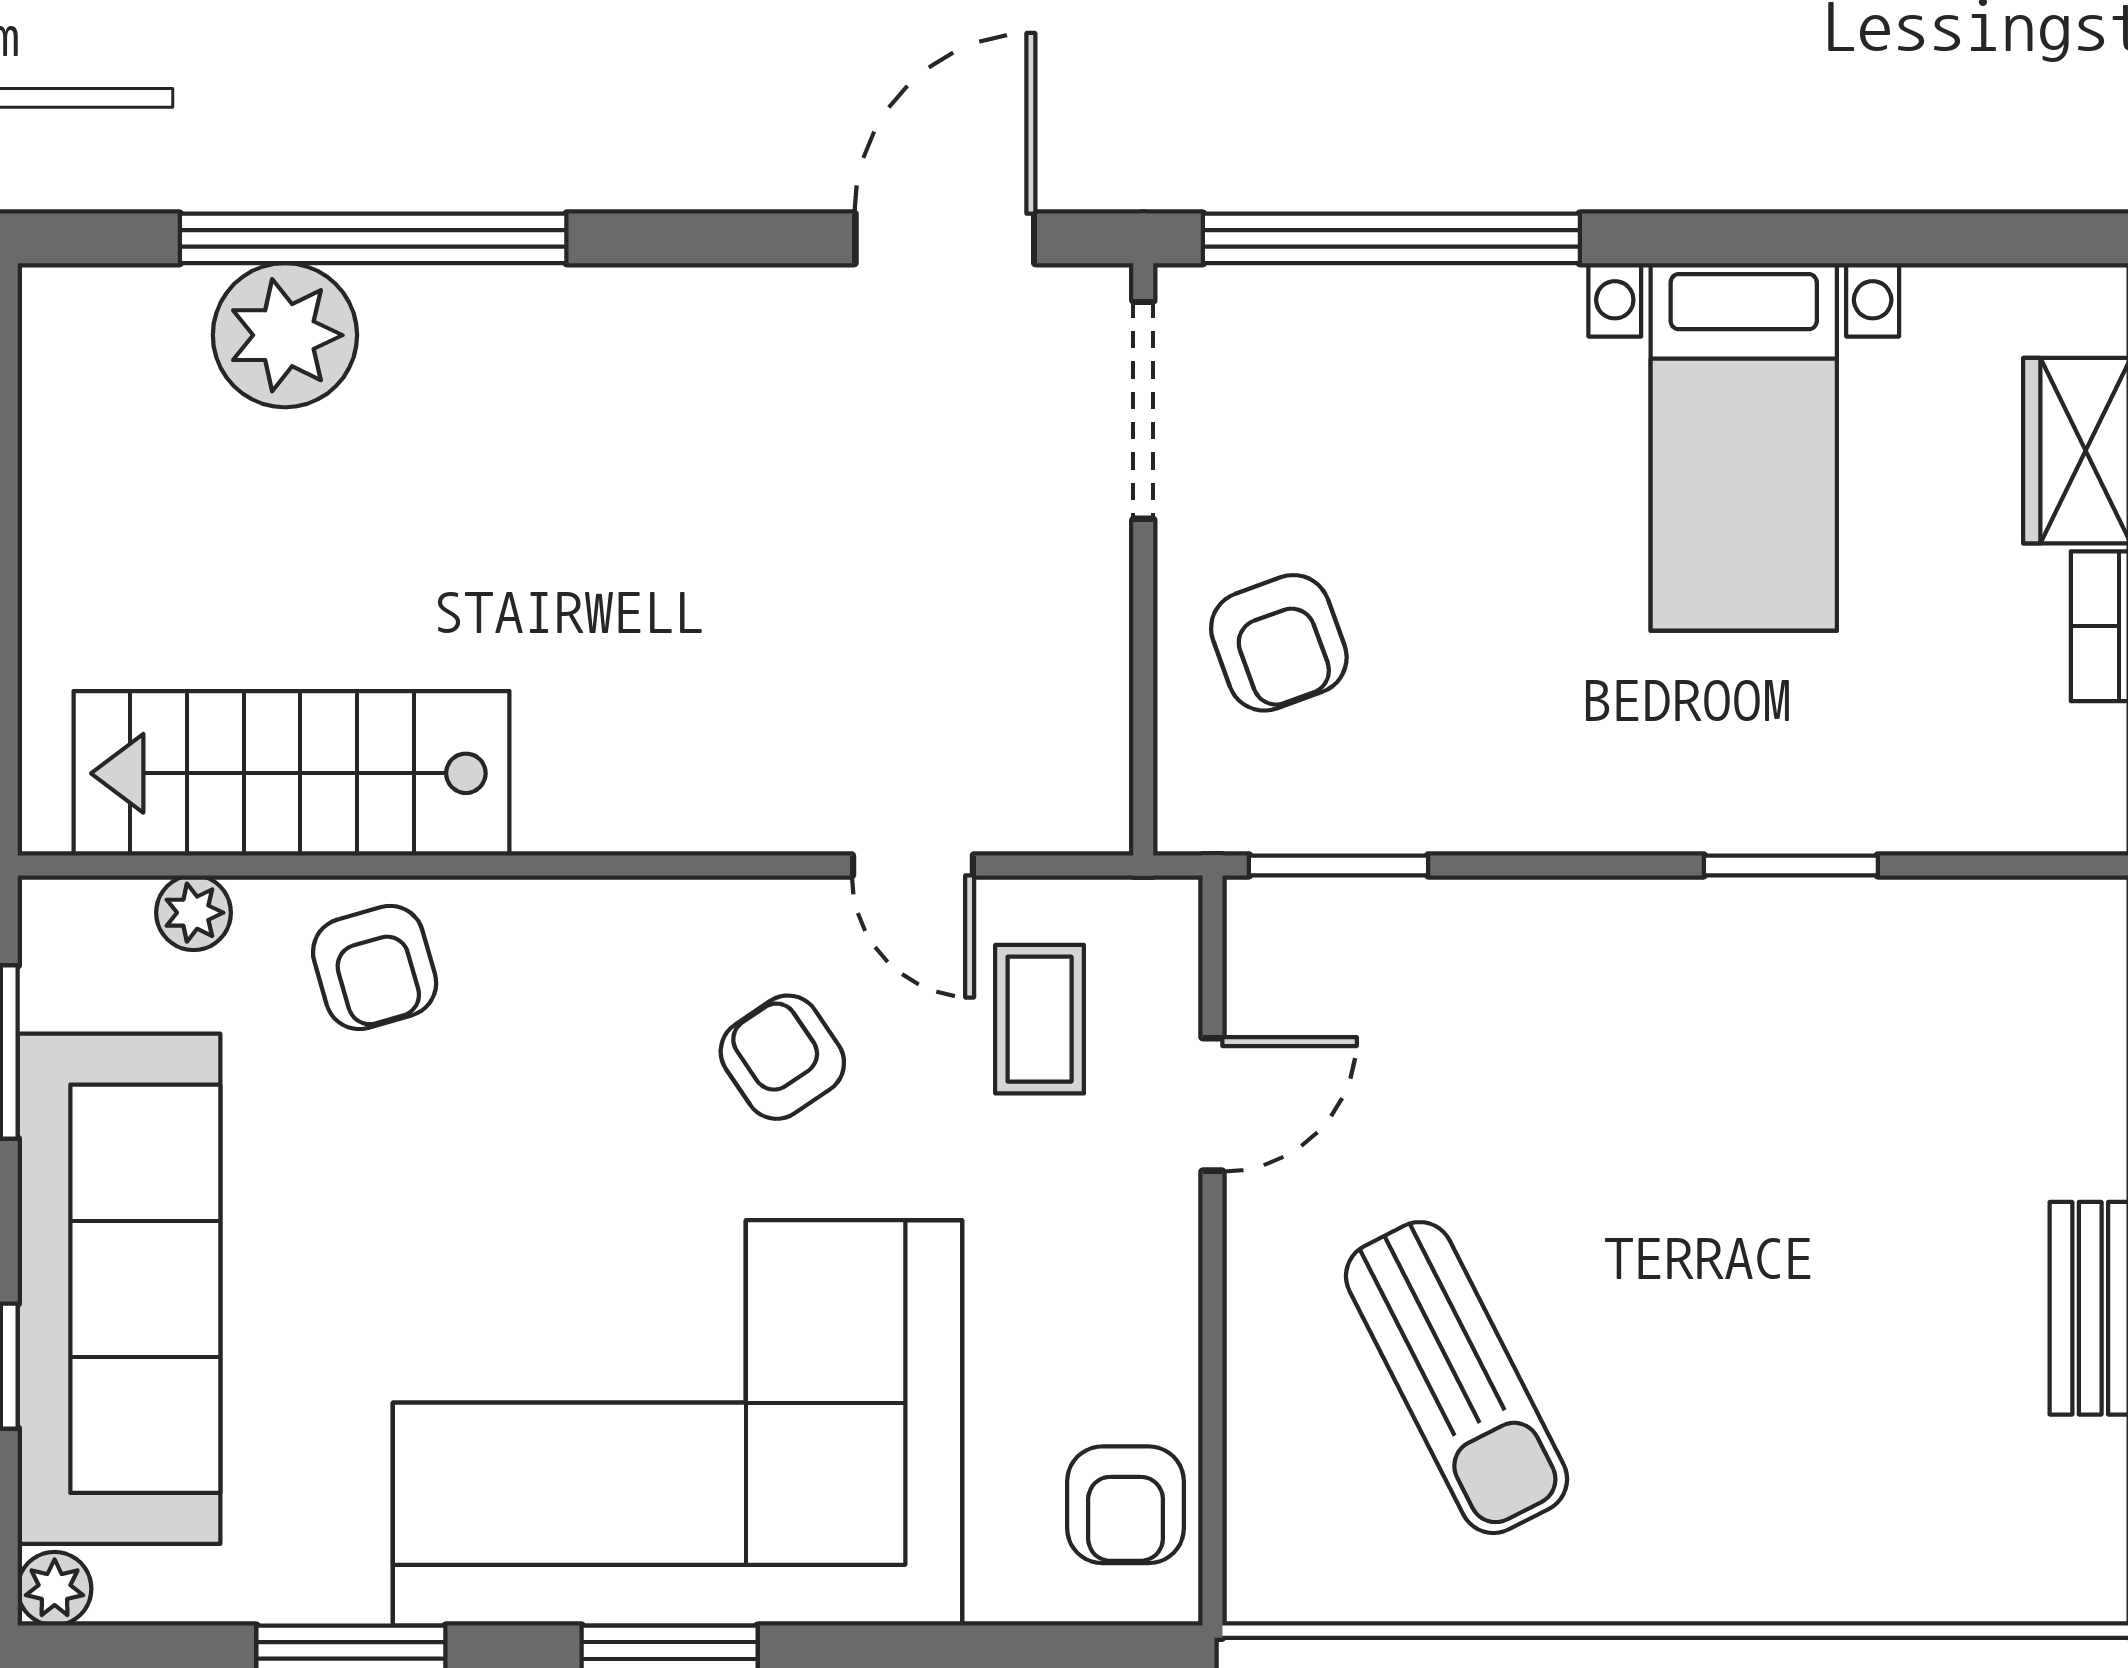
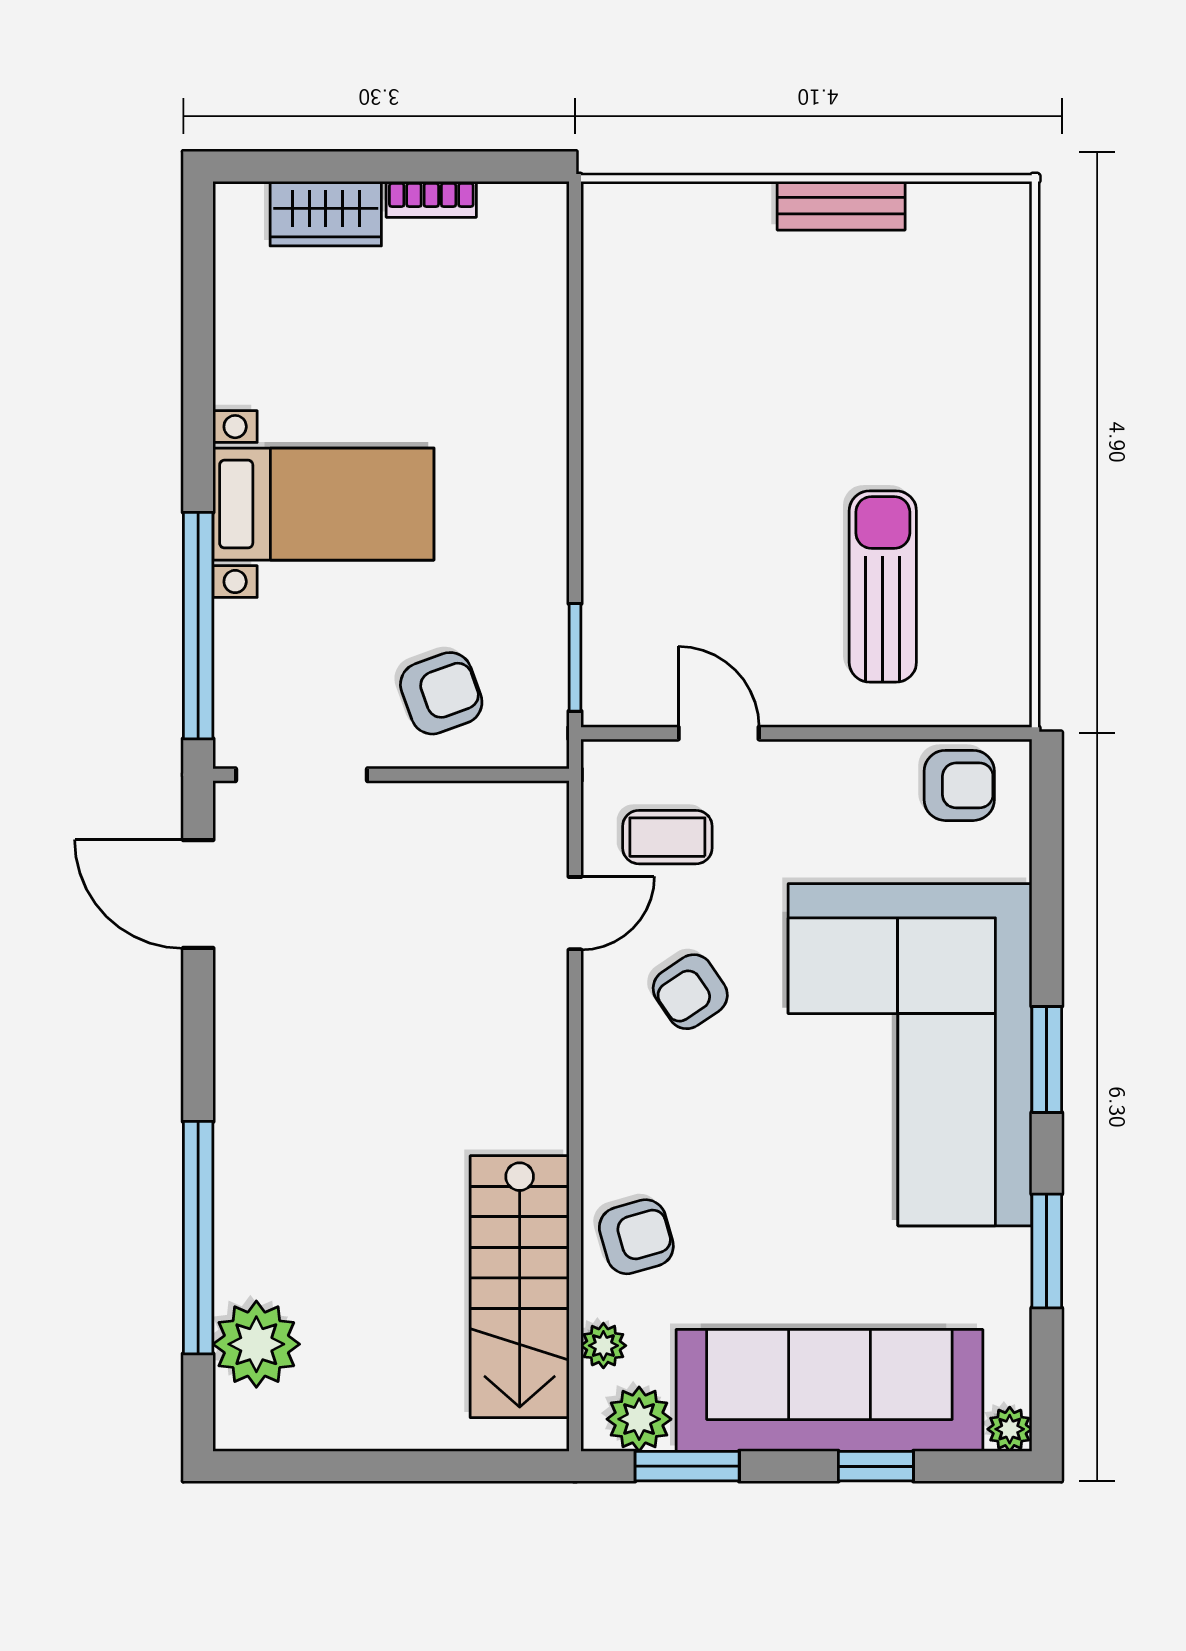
plant: (285, 335) -> (256, 1344), moved
bed with nightstands: (1744, 447) -> (323, 504), moved
window: (1791, 865) -> (575, 386), removed
plant: (71, 972) -> (639, 1419), added
sun lounger: (1456, 1378) -> (883, 587), turned -63

